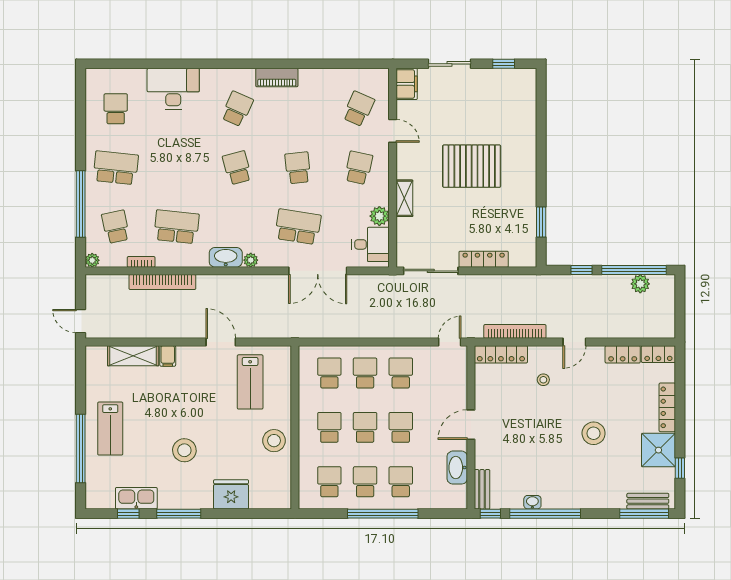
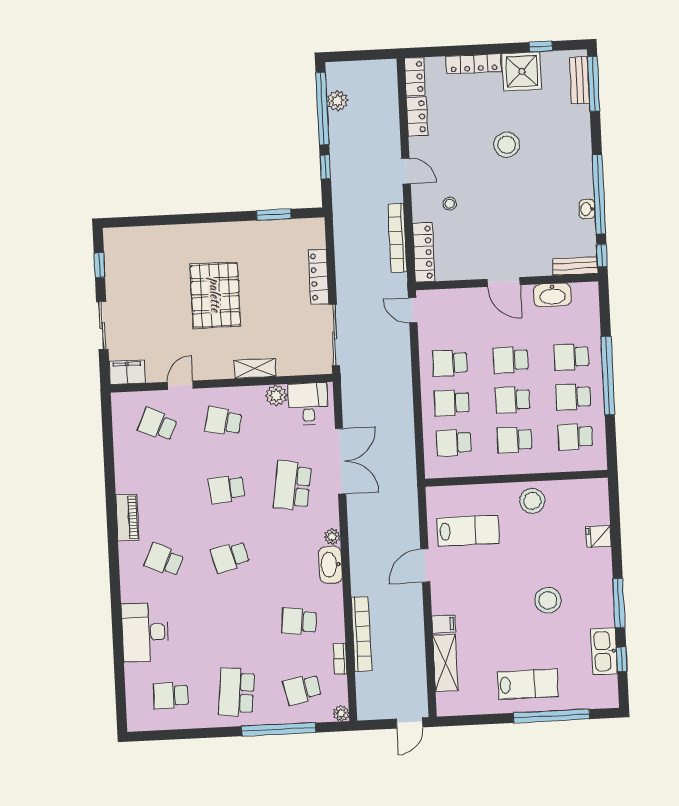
school desk: (176, 227) -> (299, 621), width x0.54
fridge: (231, 494) -> (598, 536), width x0.53, depth x0.75

